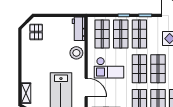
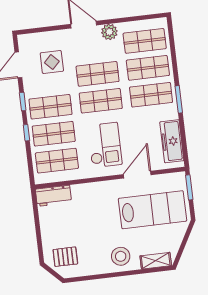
stool: (76, 53) -> (121, 256), moved

